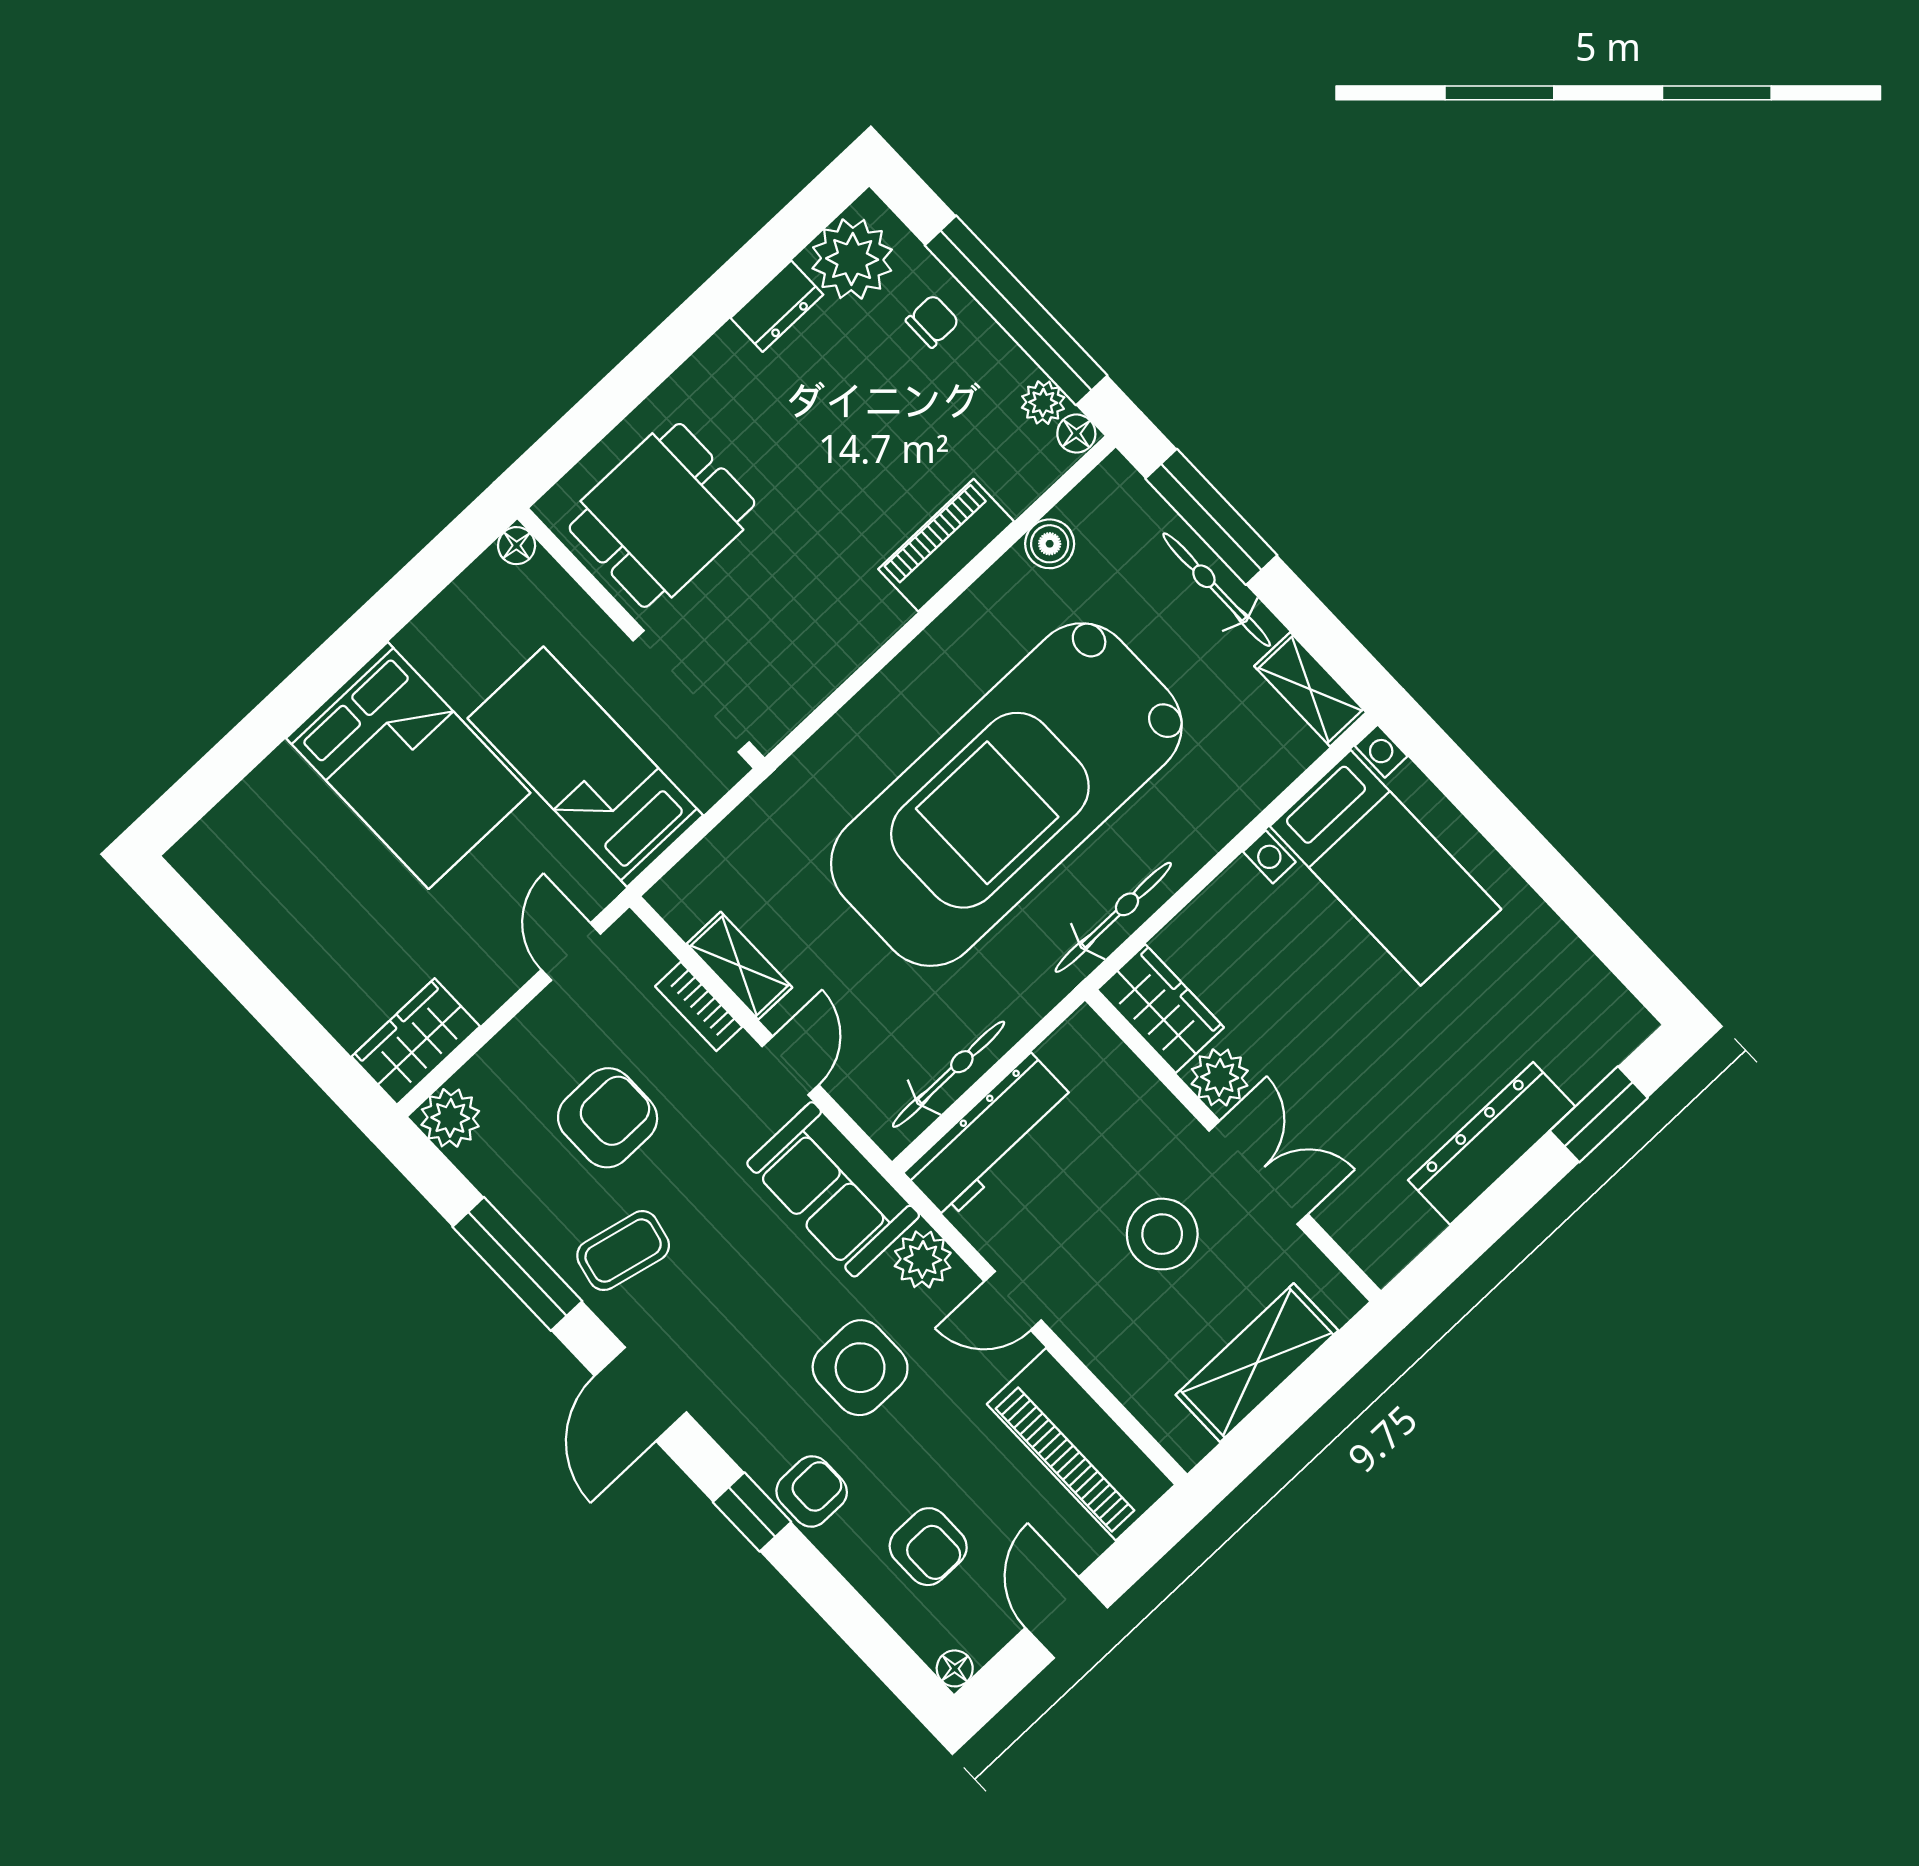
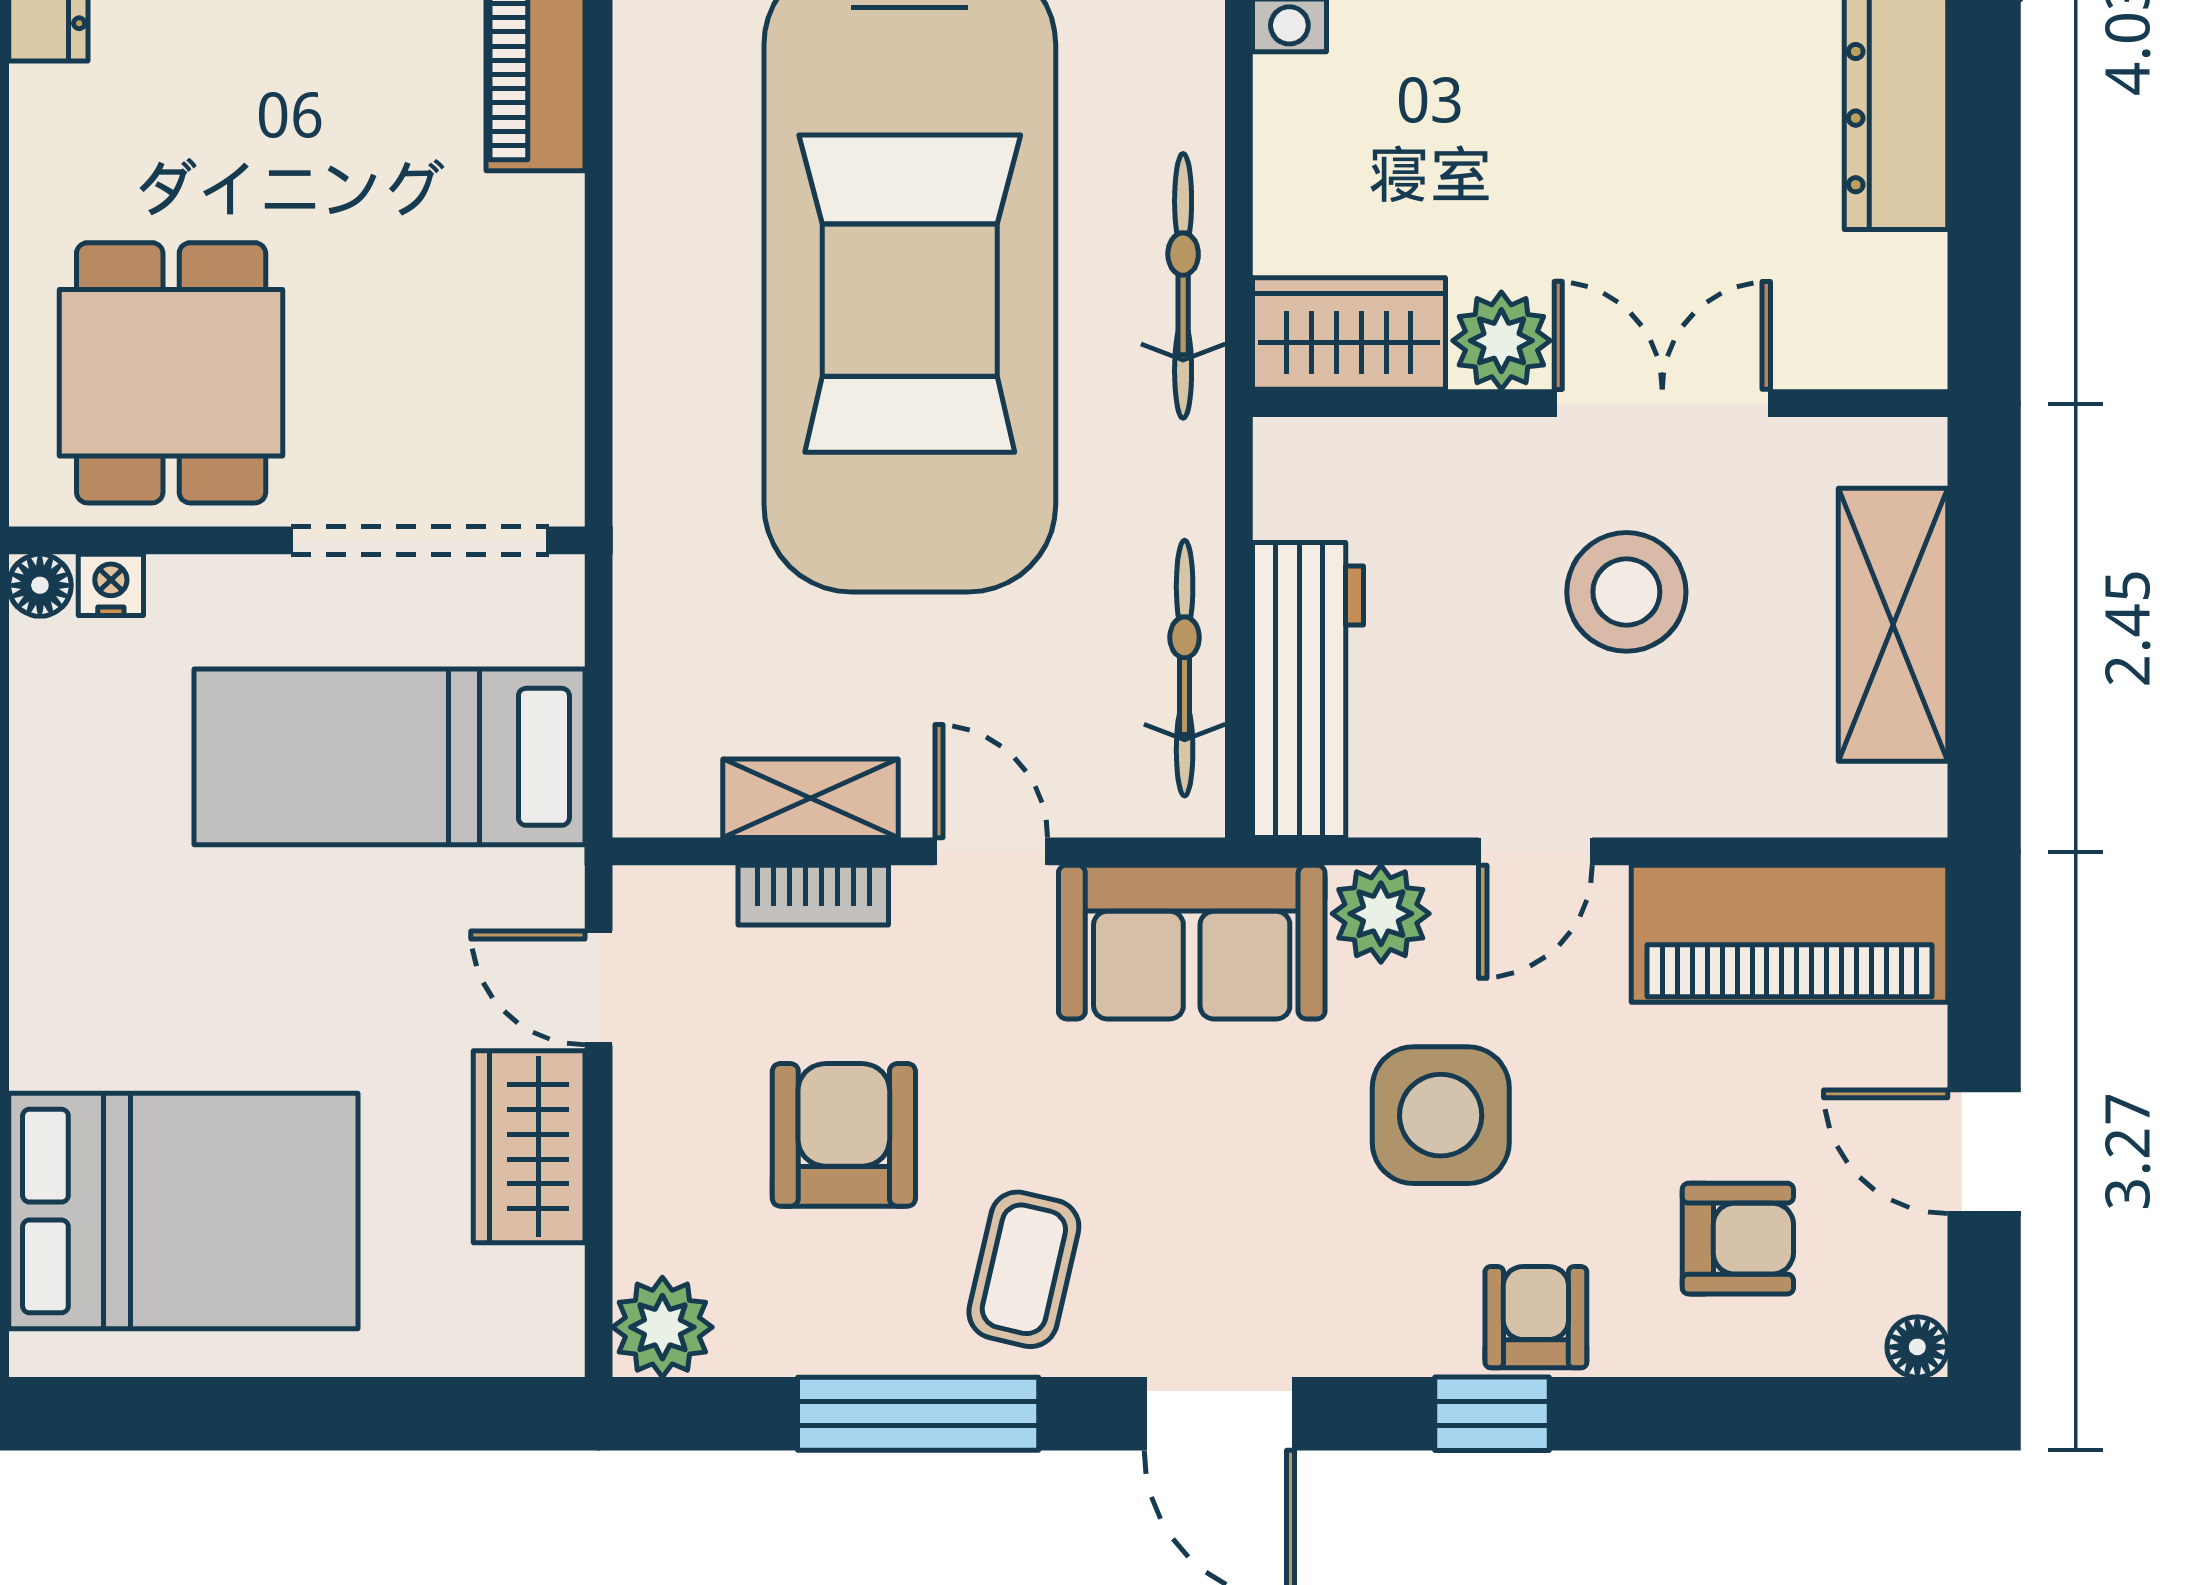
nightstand: (546, 576) -> (111, 585), added
bed: (408, 765) -> (183, 1211), moved
wardrobe: (416, 1041) -> (529, 1147), moved

